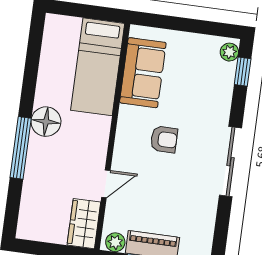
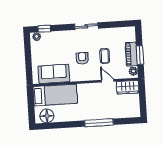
floor lamp: (46, 122) -> (47, 116), moved
sliding door: (230, 162) -> (86, 26), width x0.73
coffee table: (160, 188) -> (105, 56), added

